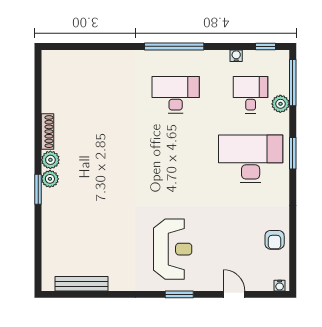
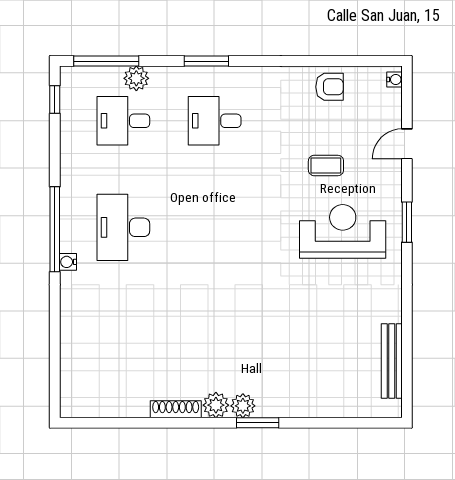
water cooler: (236, 56) -> (68, 262), moved
desk: (251, 159) -> (215, 121), width x0.53, depth x0.77
coffee table: (219, 237) -> (326, 165), added

